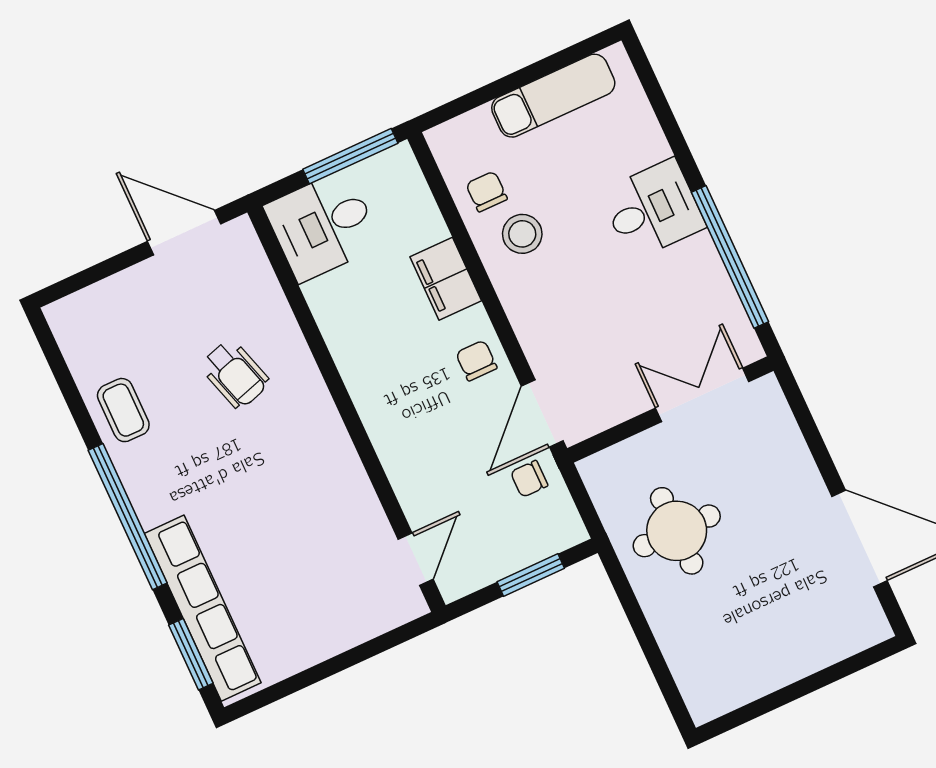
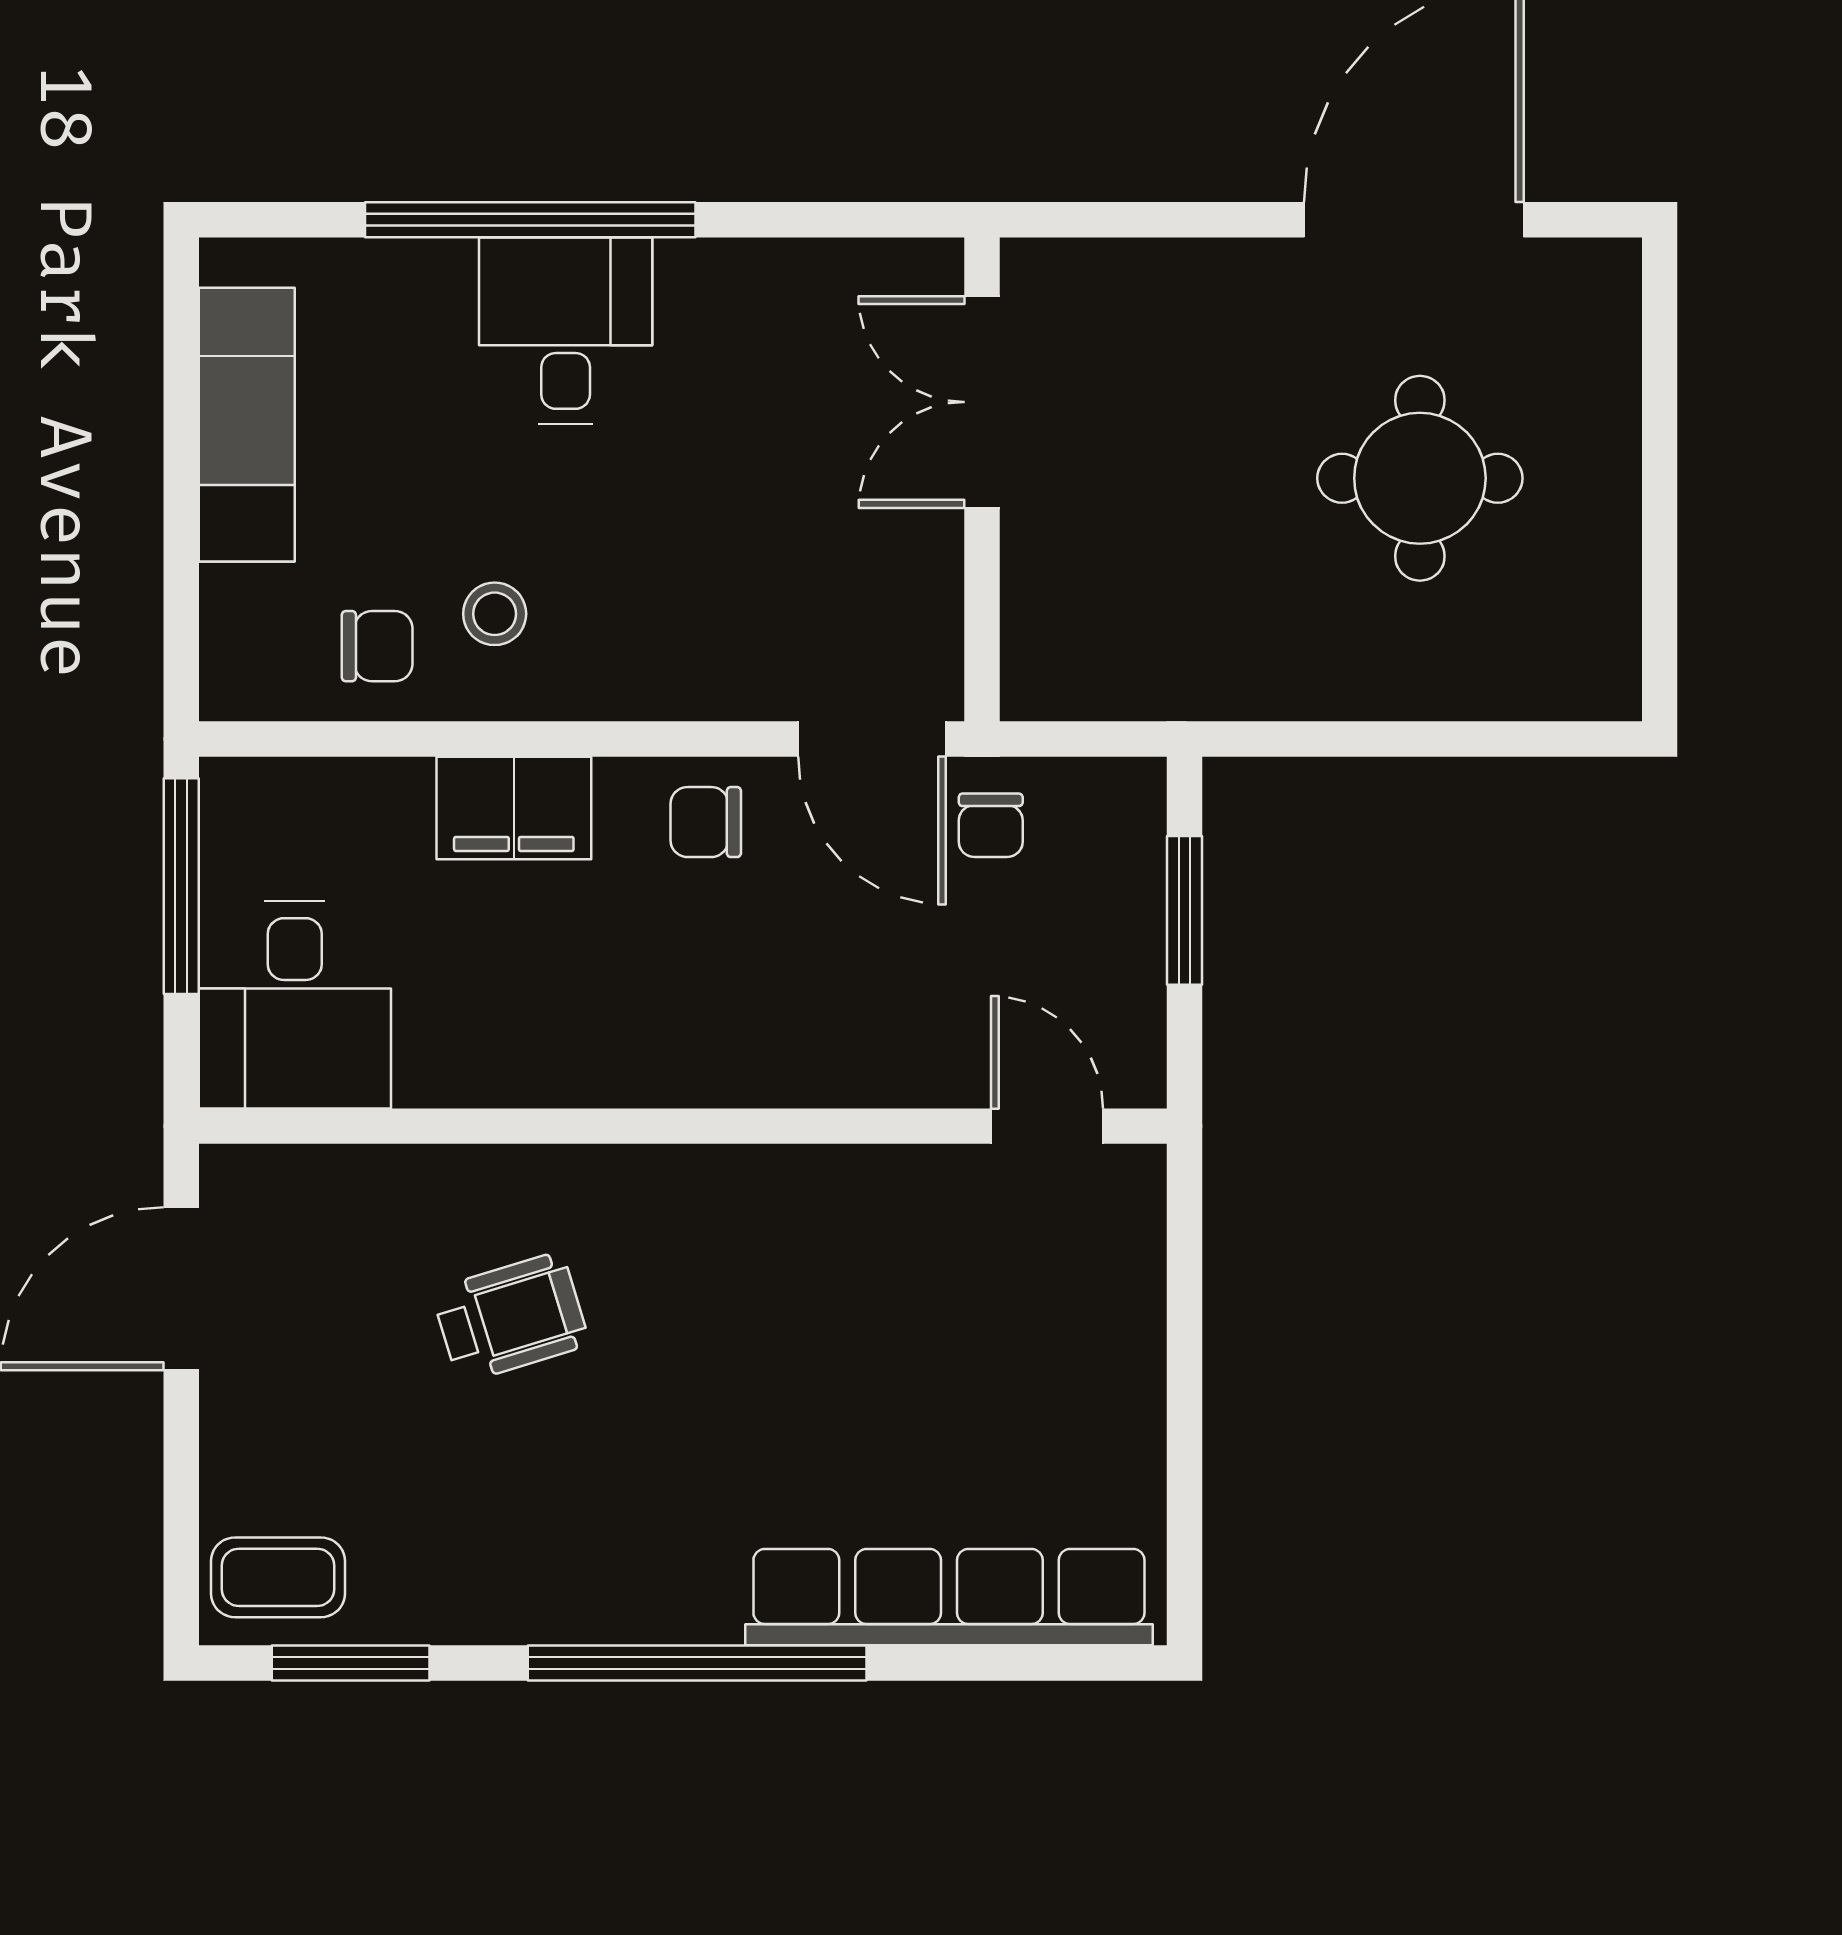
chair: (487, 192) -> (377, 646), turned 180
stool: (522, 234) -> (495, 614), width x0.73, depth x0.73
window: (730, 257) -> (530, 220), moved
coffee table: (123, 410) -> (278, 1577), moved
round table: (677, 531) -> (1420, 478), moved
window: (191, 654) -> (351, 1663), moved

